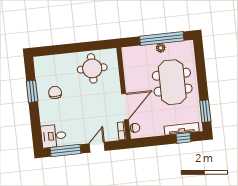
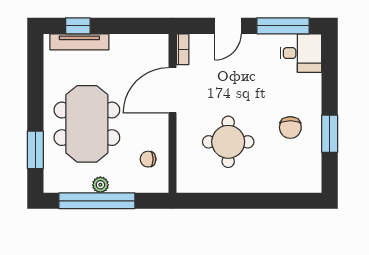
round table: (92, 68) -> (228, 142), moved
window: (205, 111) -> (35, 150), moved
chair: (135, 128) -> (148, 159), moved

